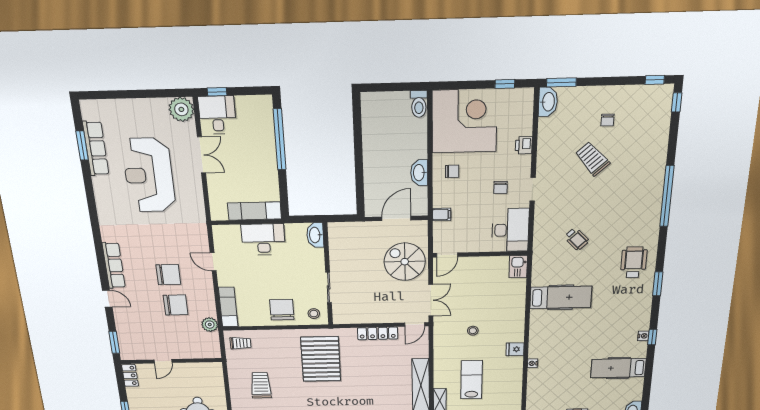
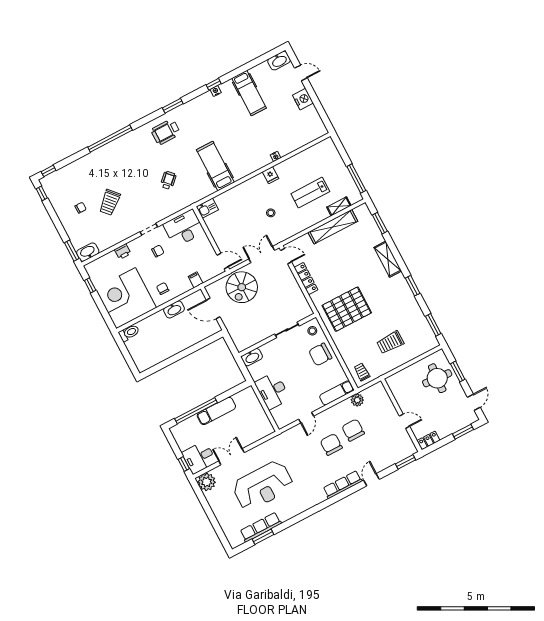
exam couch: (255, 211) -> (216, 411), moved, turned -90

